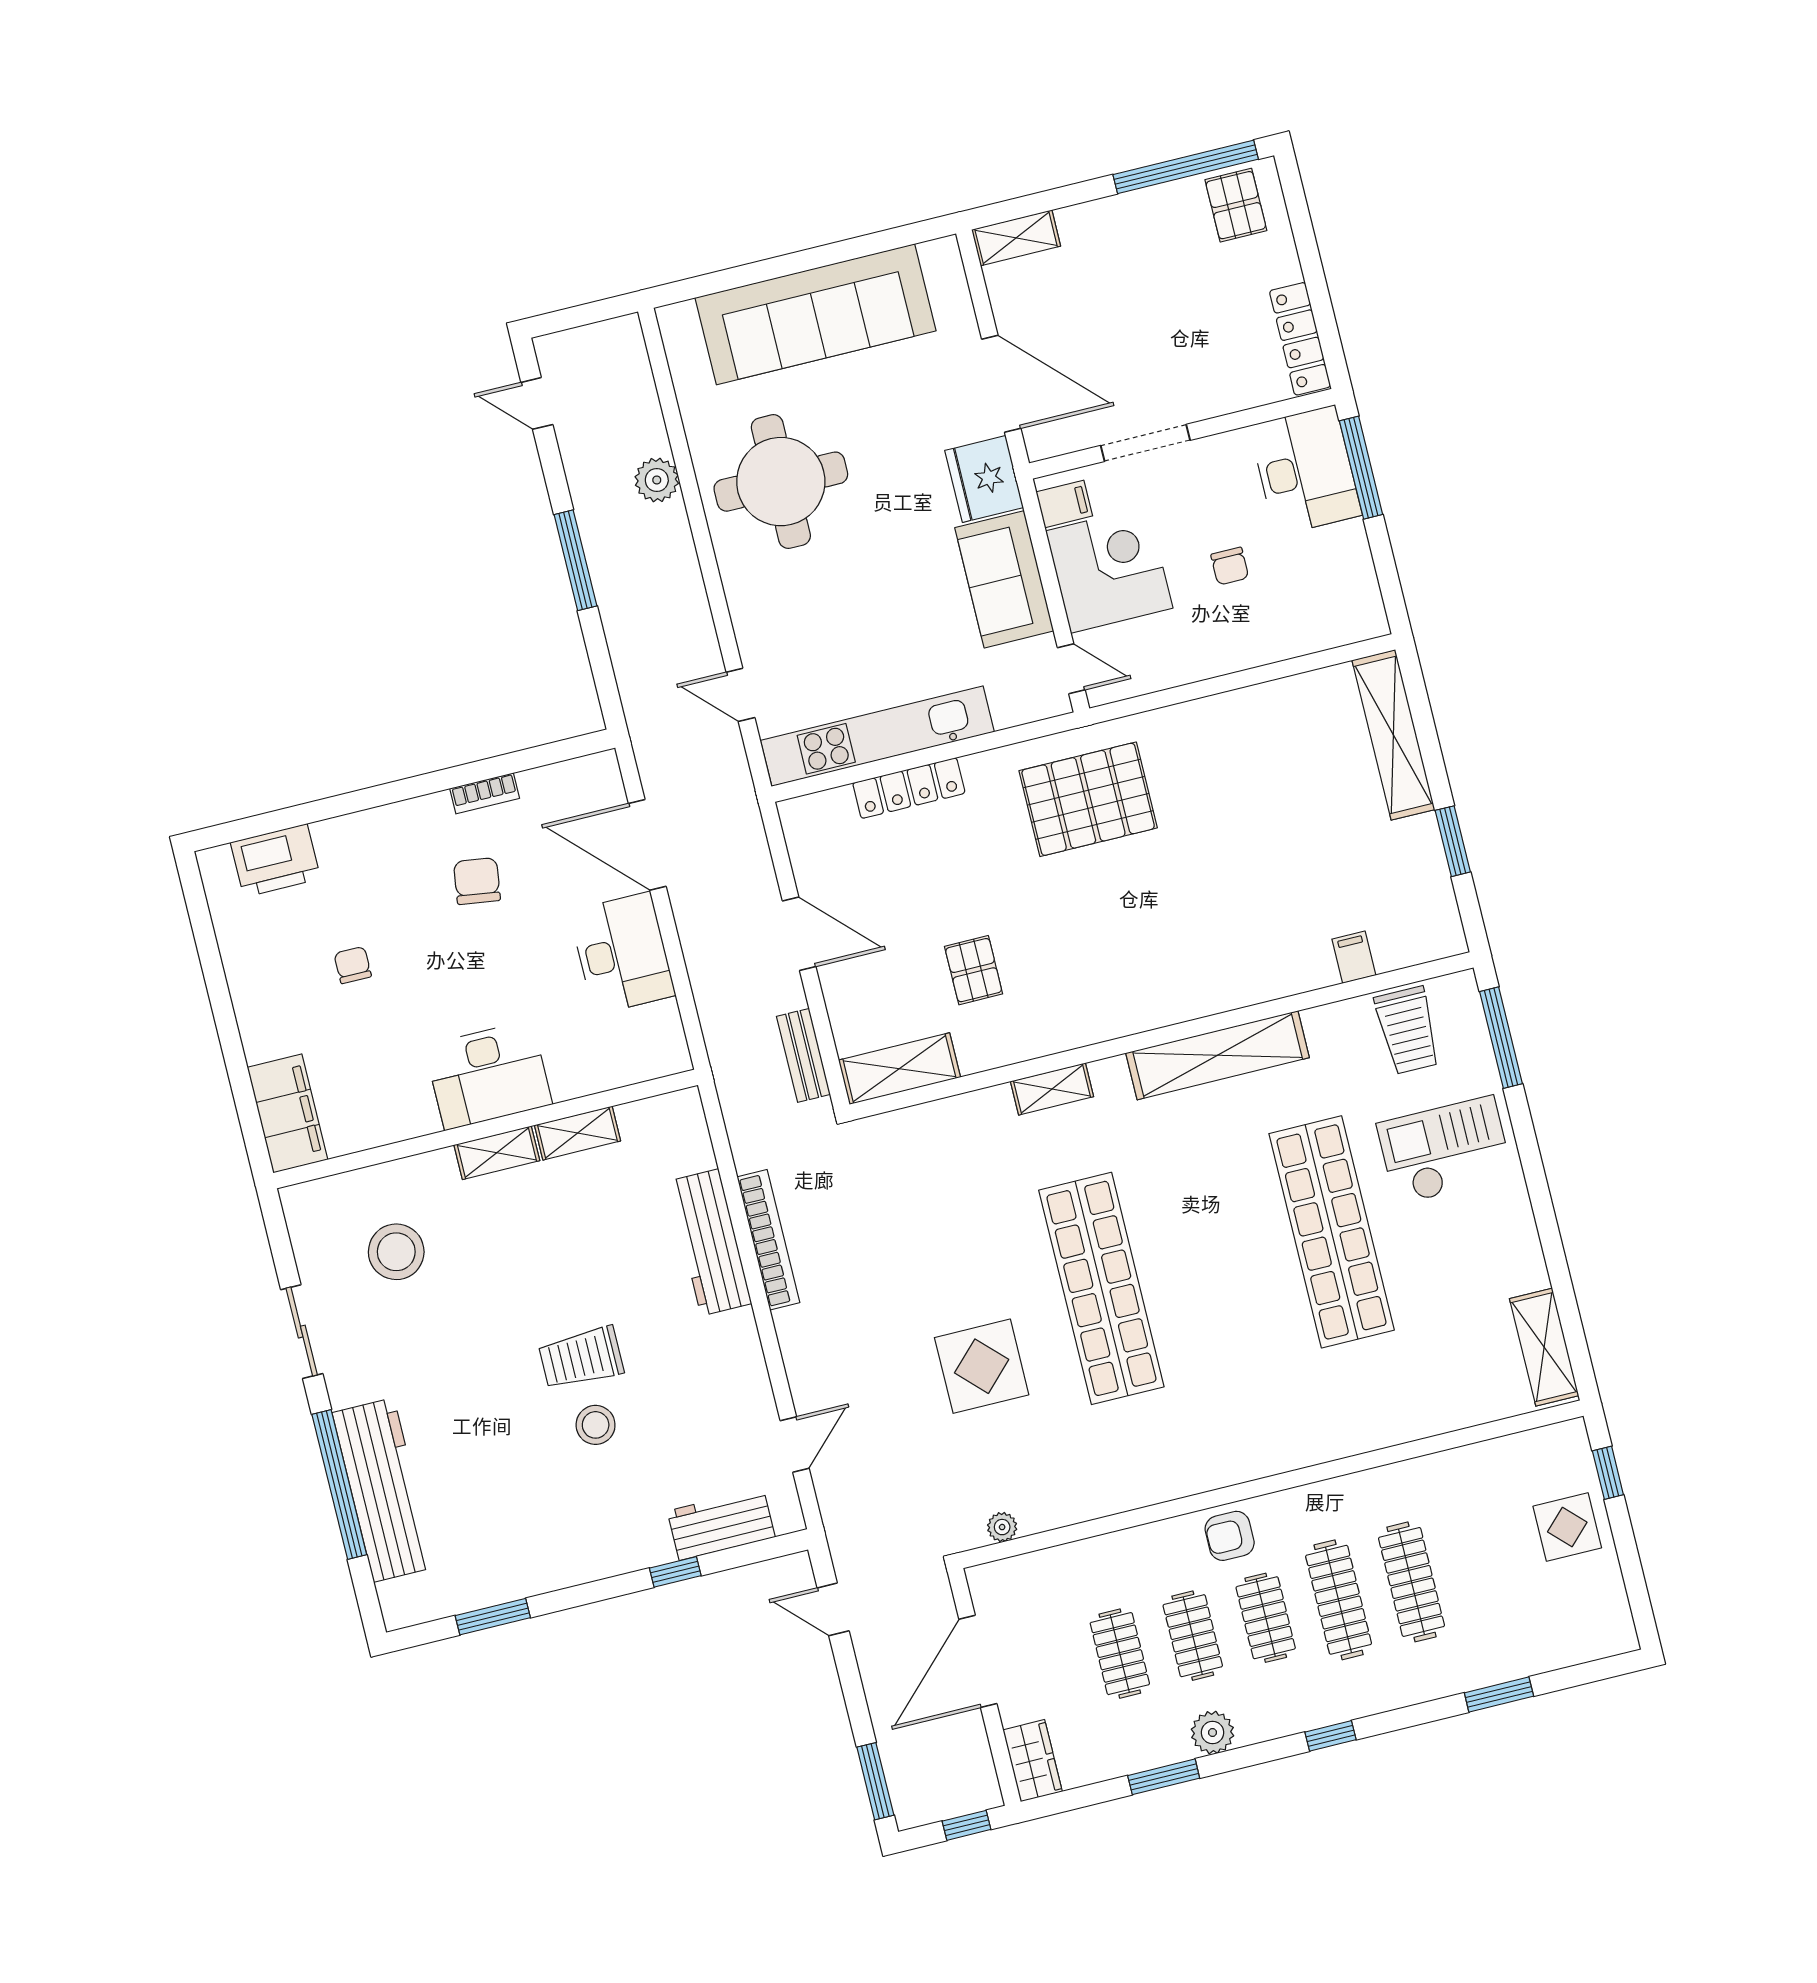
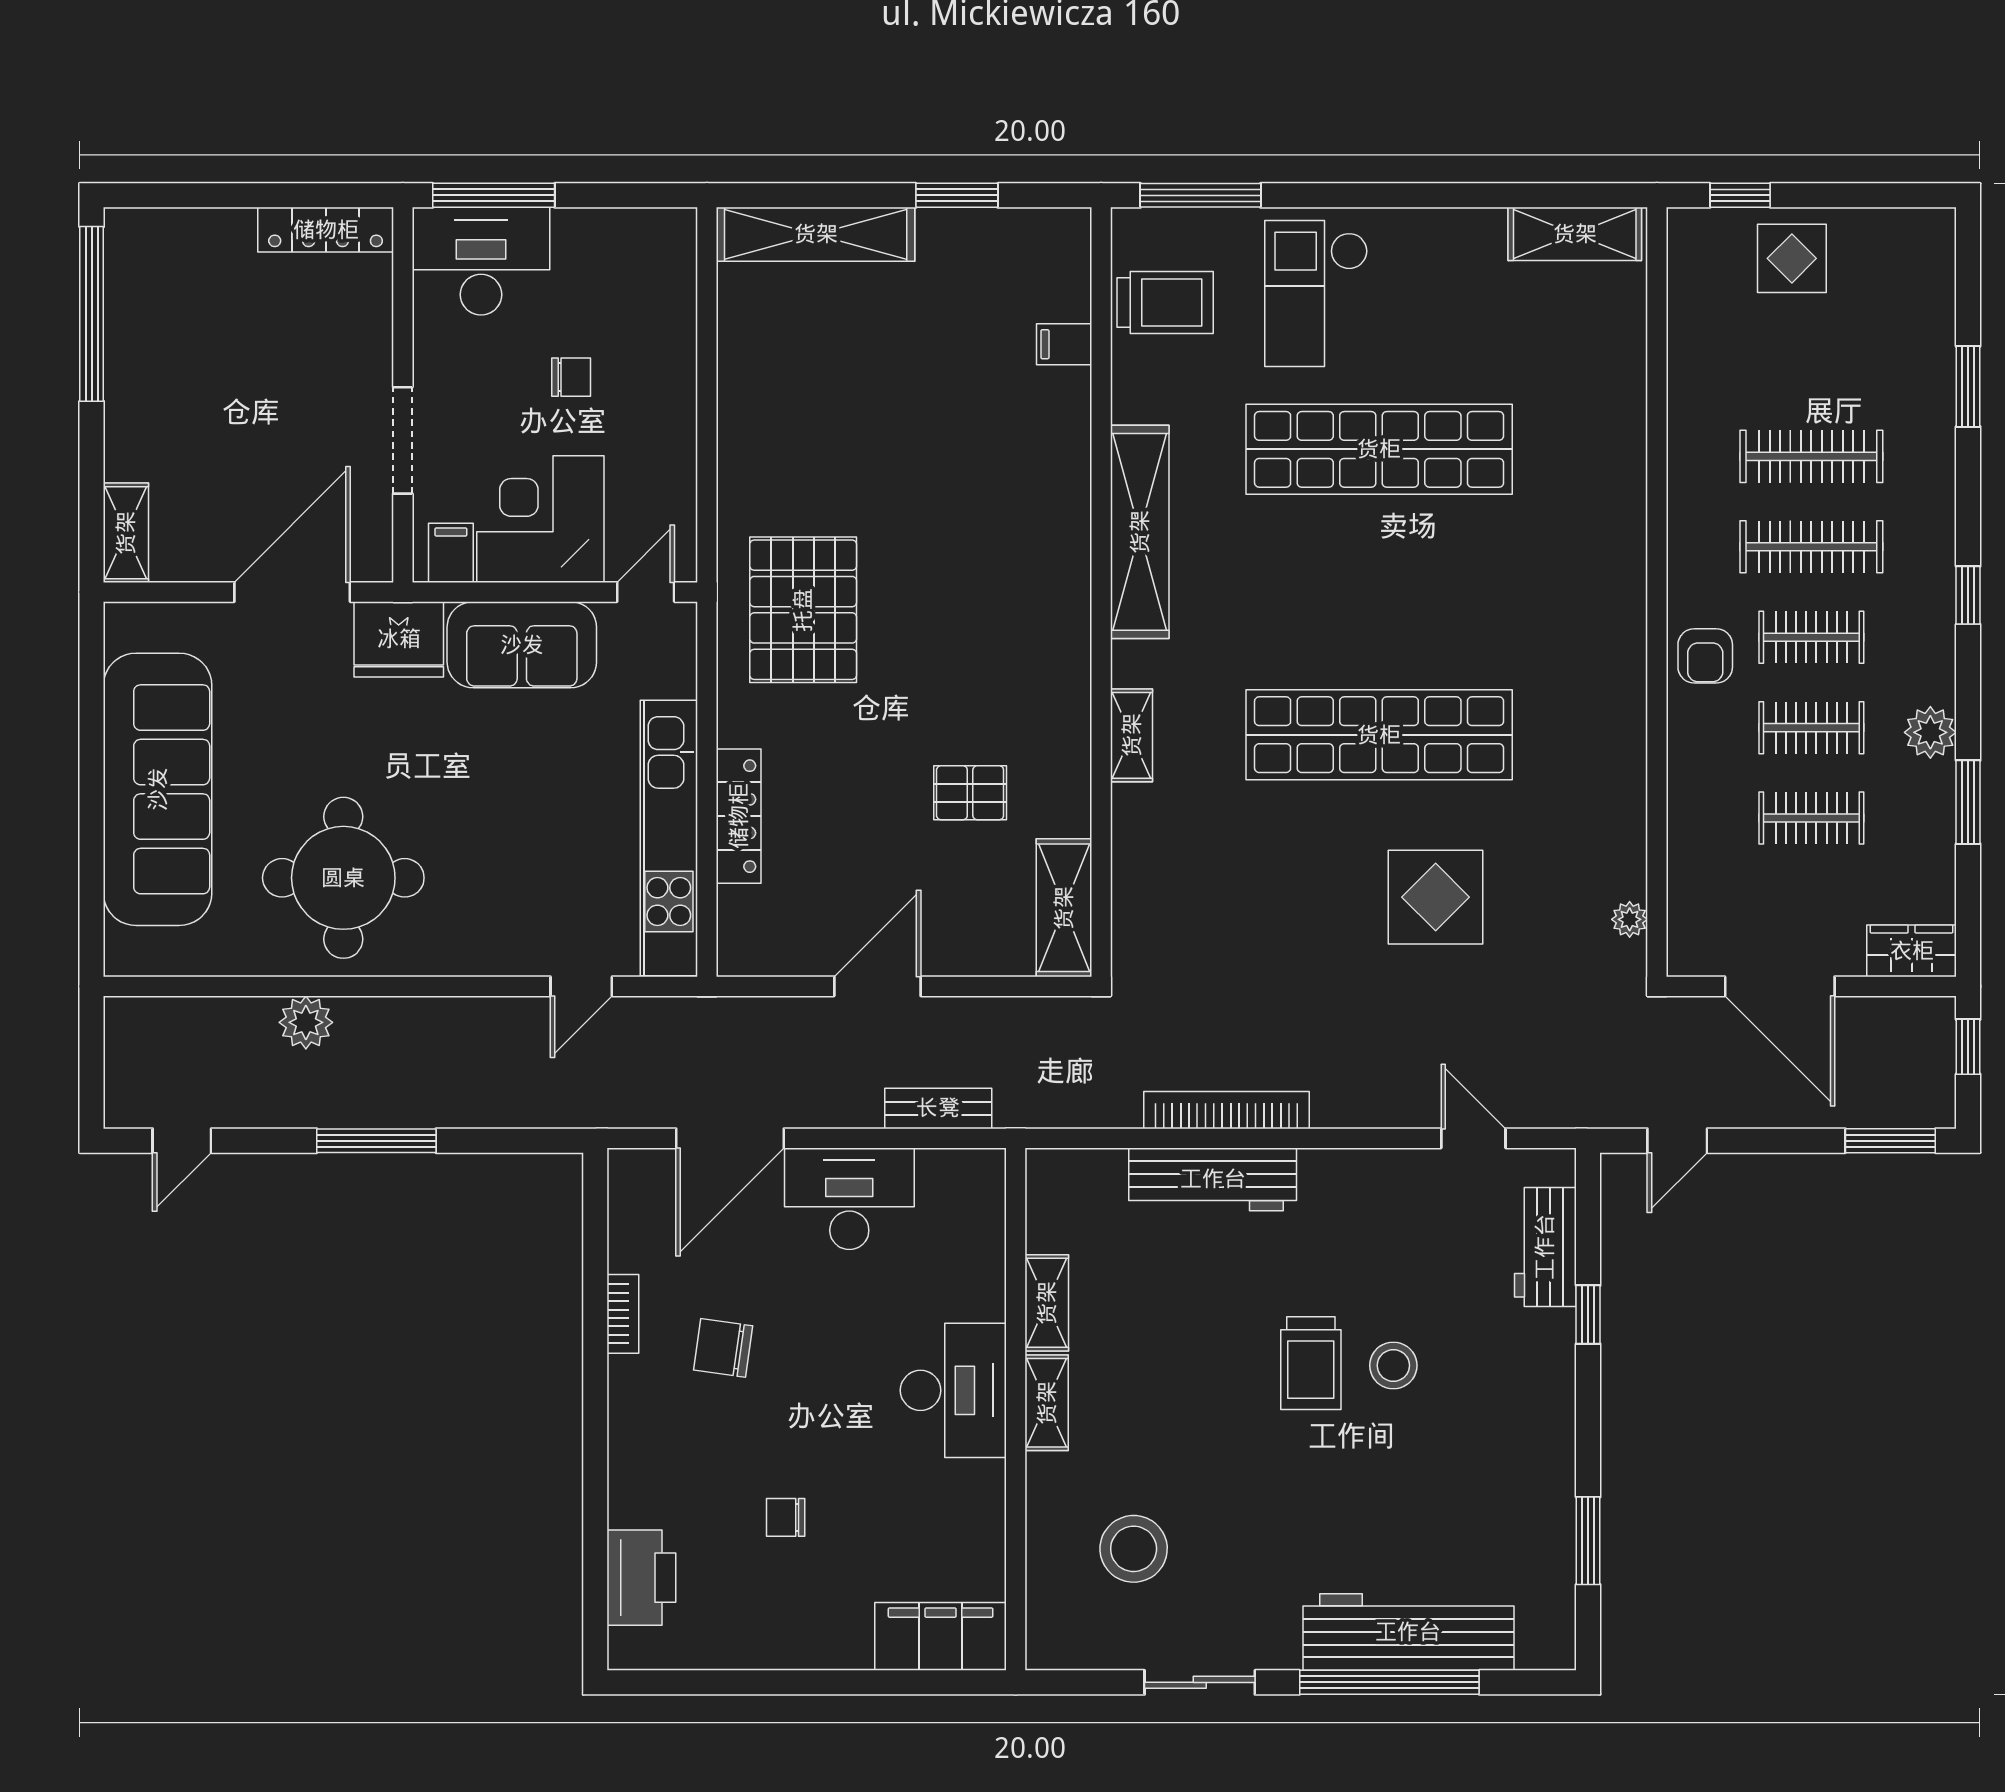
pallet: (1236, 205) -> (151, 266), removed
bench: (803, 1055) -> (938, 1108), moved

